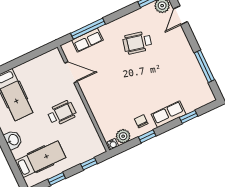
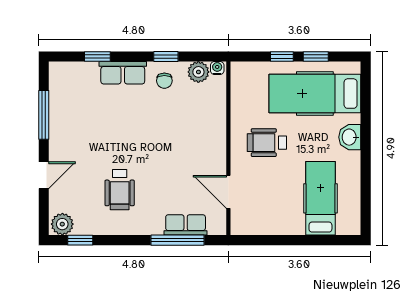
door: (180, 15) -> (44, 175), moved
wheelchair: (137, 43) -> (120, 190), turned 77
hospital bed: (40, 159) -> (315, 94), width x1.37, depth x1.29
window: (89, 164) -> (282, 56), moved

